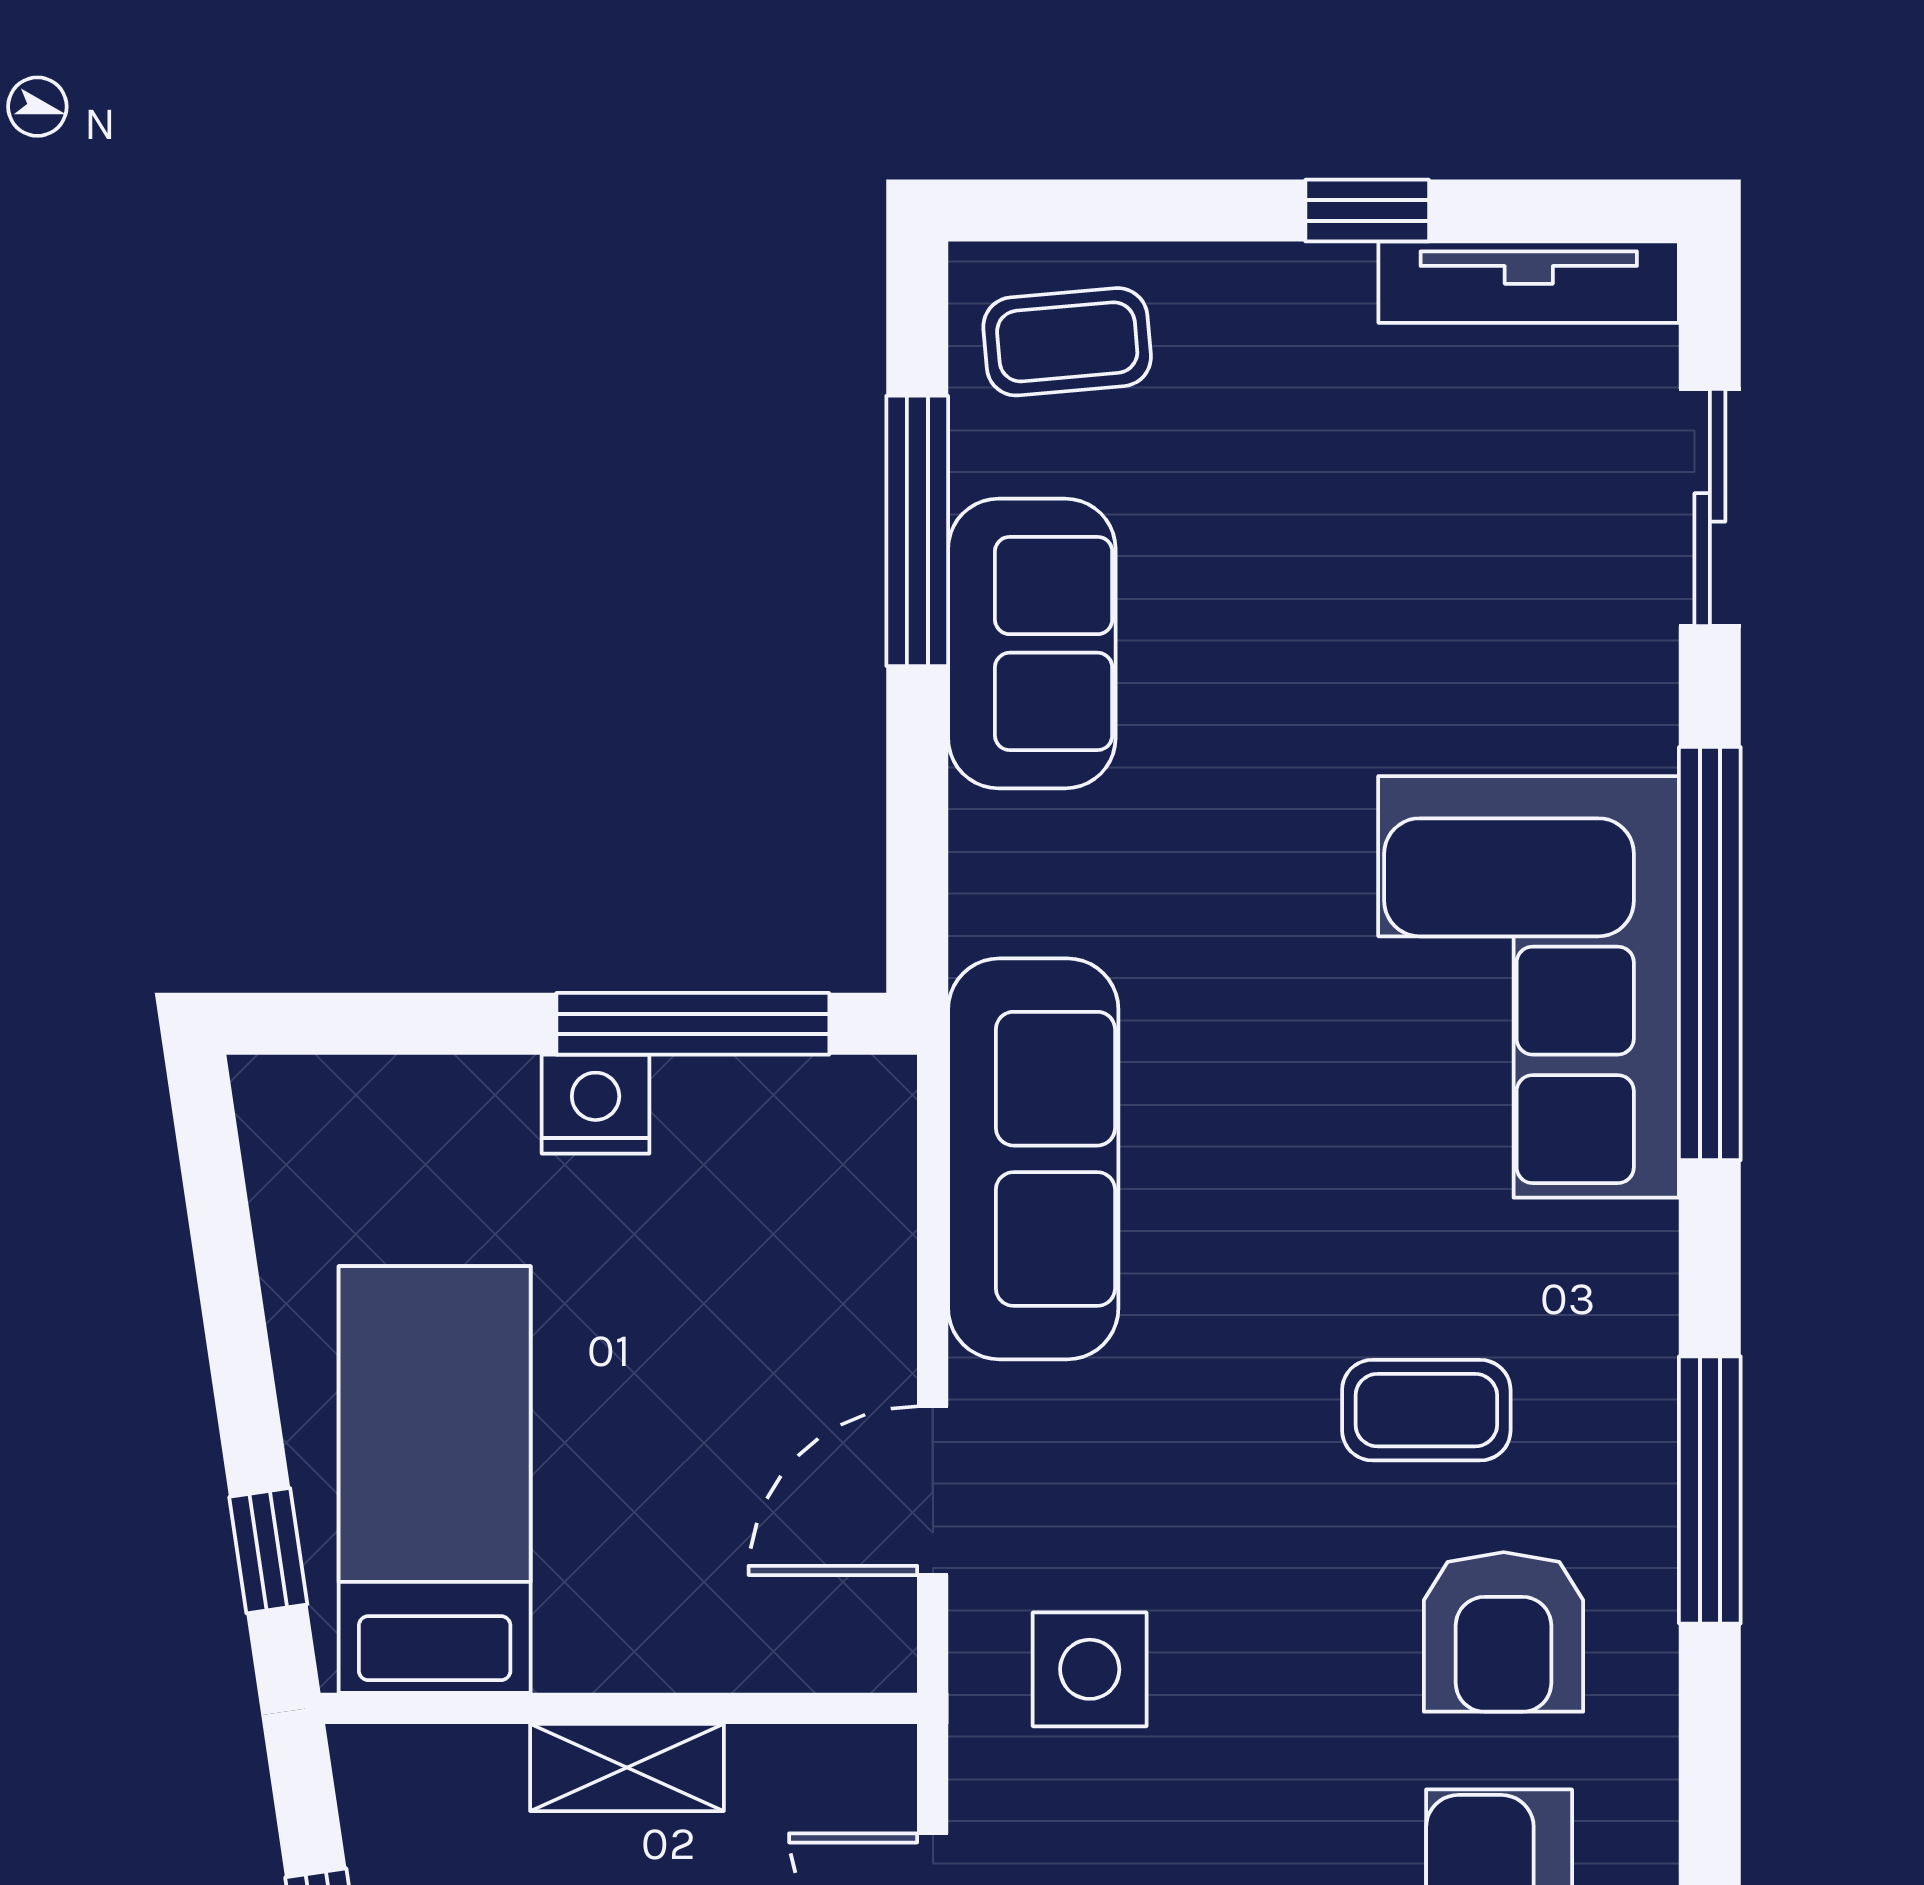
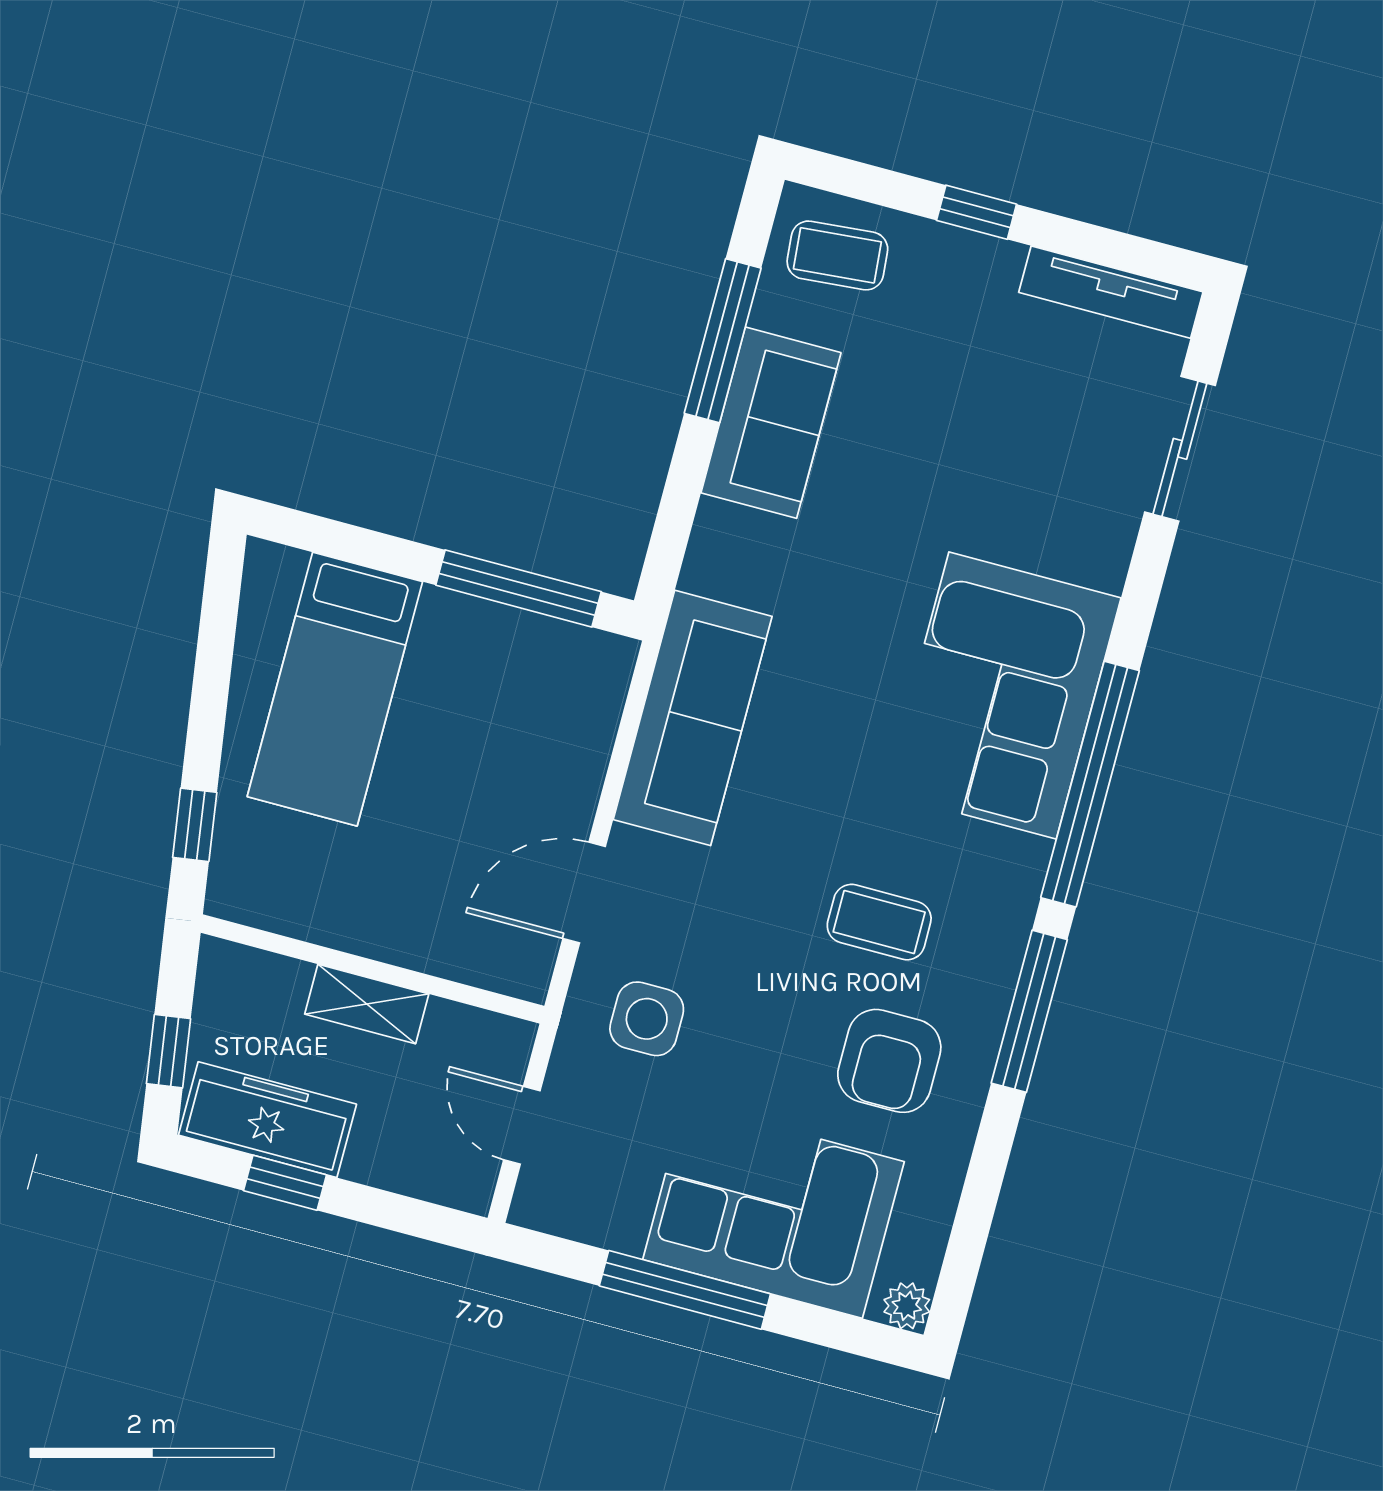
window: (1367, 211) -> (977, 212), moved
window: (1710, 954) -> (1090, 784), moved
nightstand: (596, 1104) -> (451, 620), removed
bed: (435, 1480) -> (335, 689), moved, turned 180

